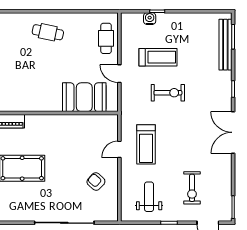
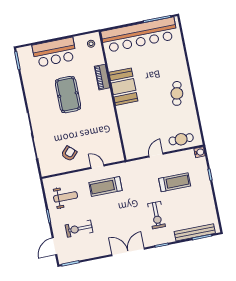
water cooler: (150, 19) -> (200, 152), moved
treadmill: (158, 57) -> (175, 182), turned -90
exercise bike: (168, 93) -> (156, 215), moved
booth: (84, 97) -> (123, 87), moved

